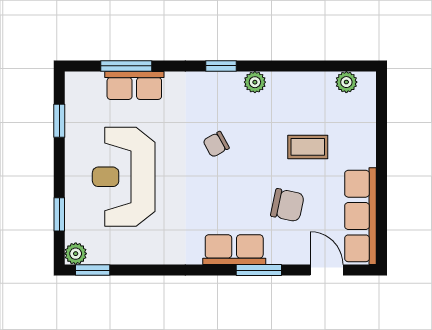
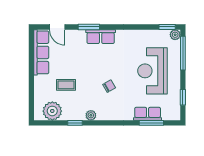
window: (221, 66) -> (75, 123), moved
plant: (346, 82) -> (52, 111), width x1.88, depth x1.88
reception desk: (124, 177) -> (153, 71), turned 180
chair: (287, 205) -> (76, 57), removed
window: (59, 214) -> (183, 53), width x2.17

